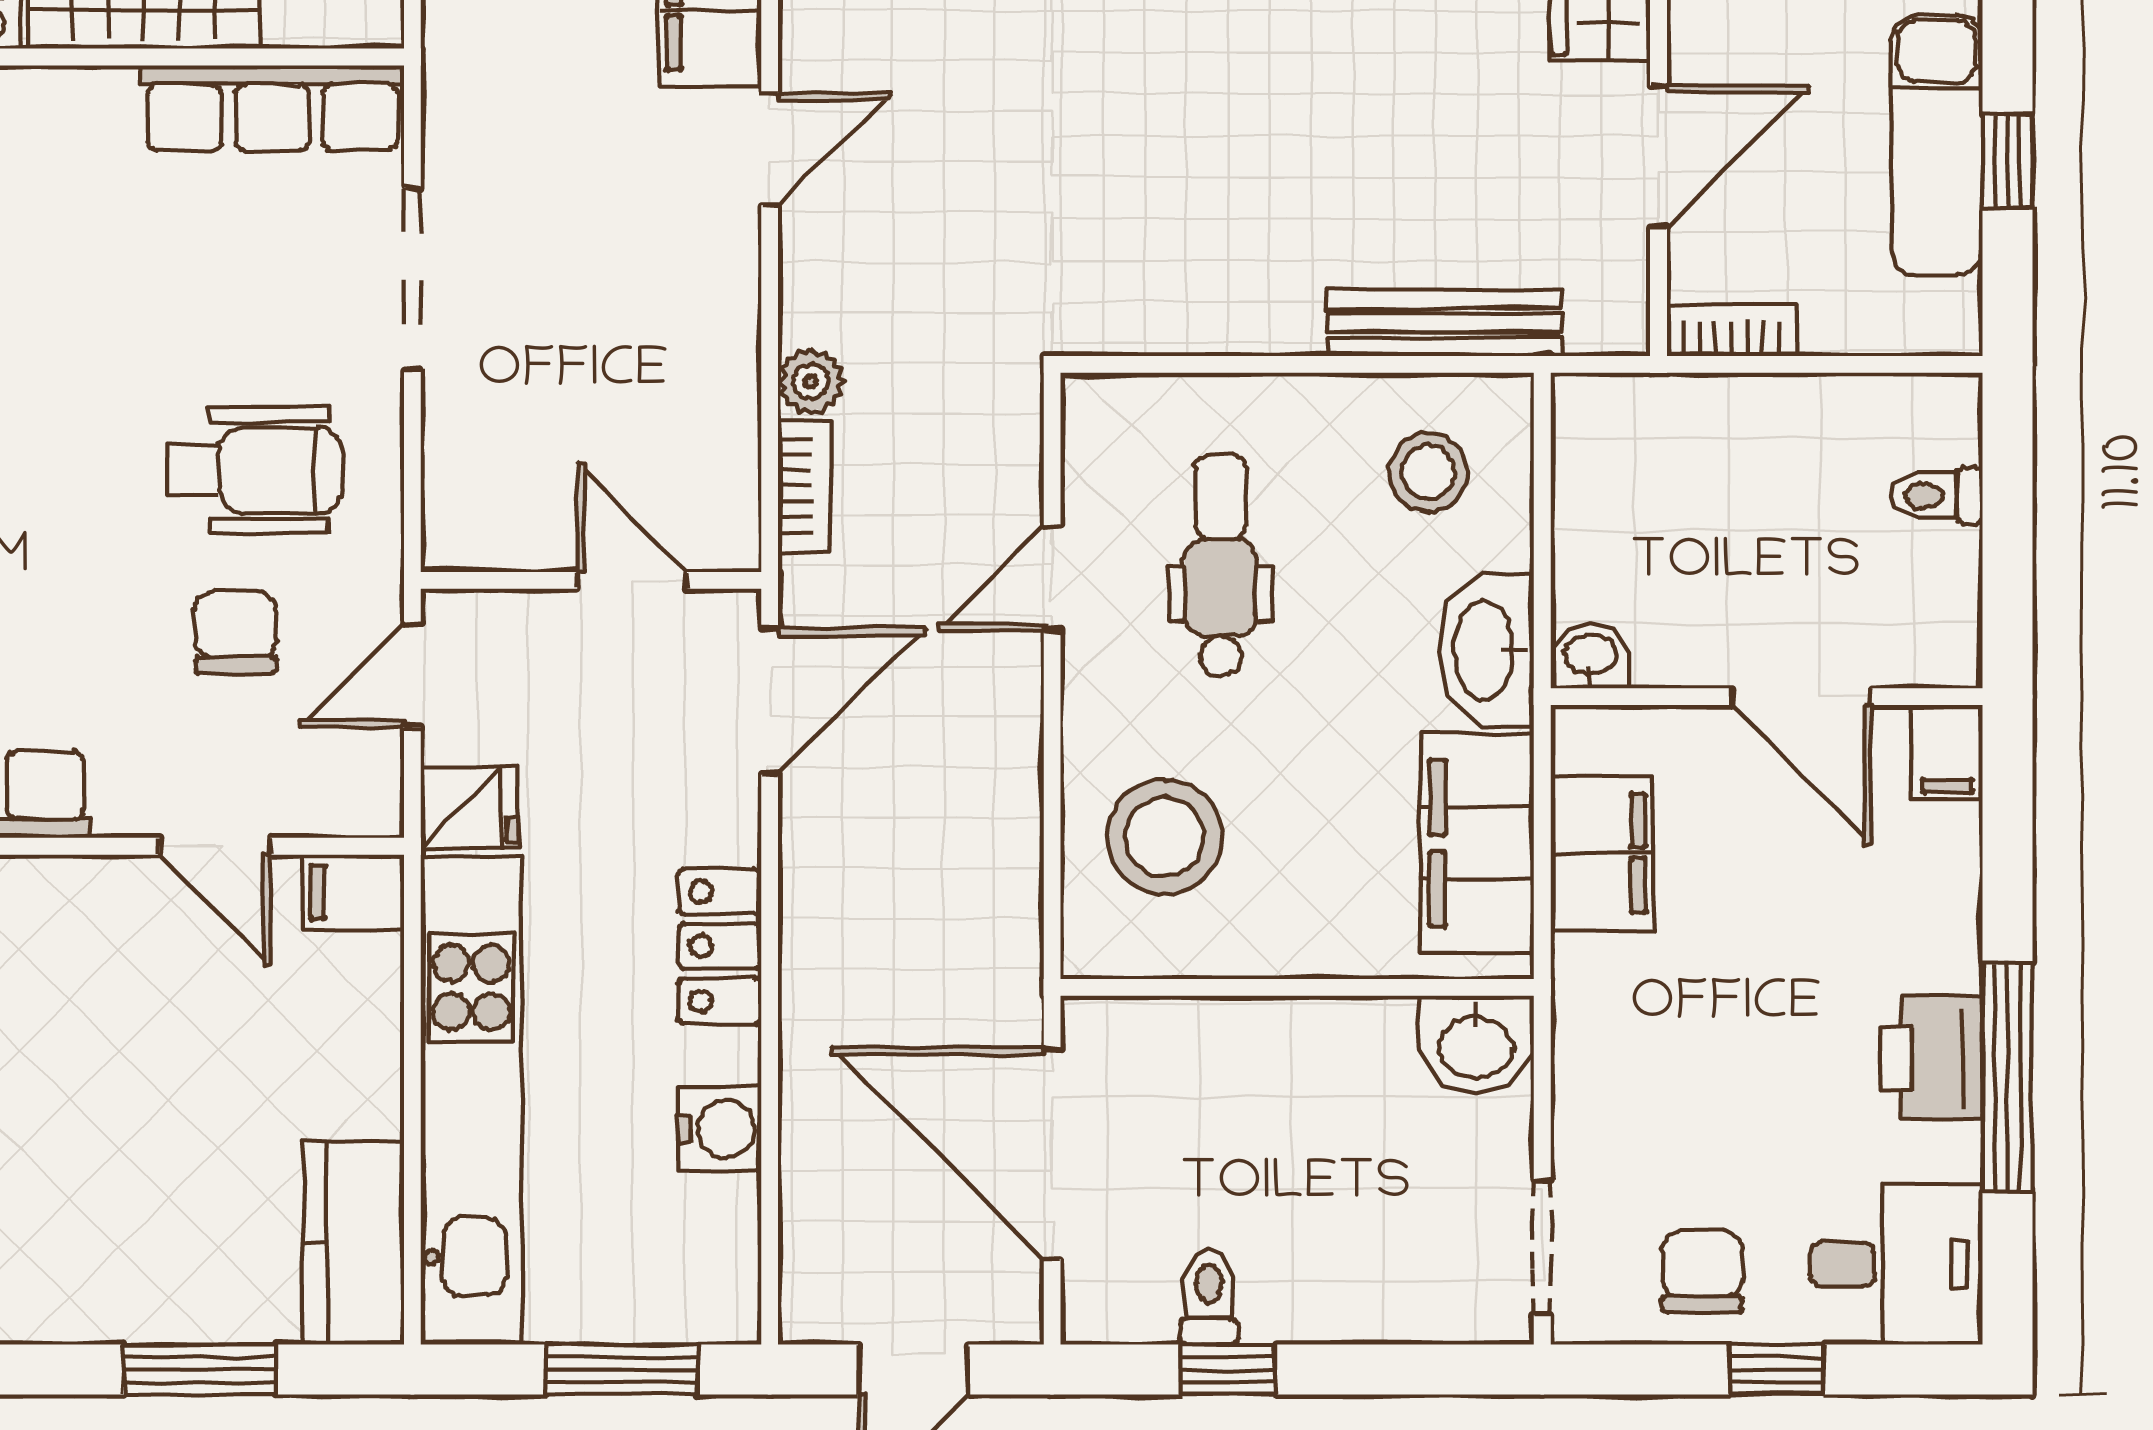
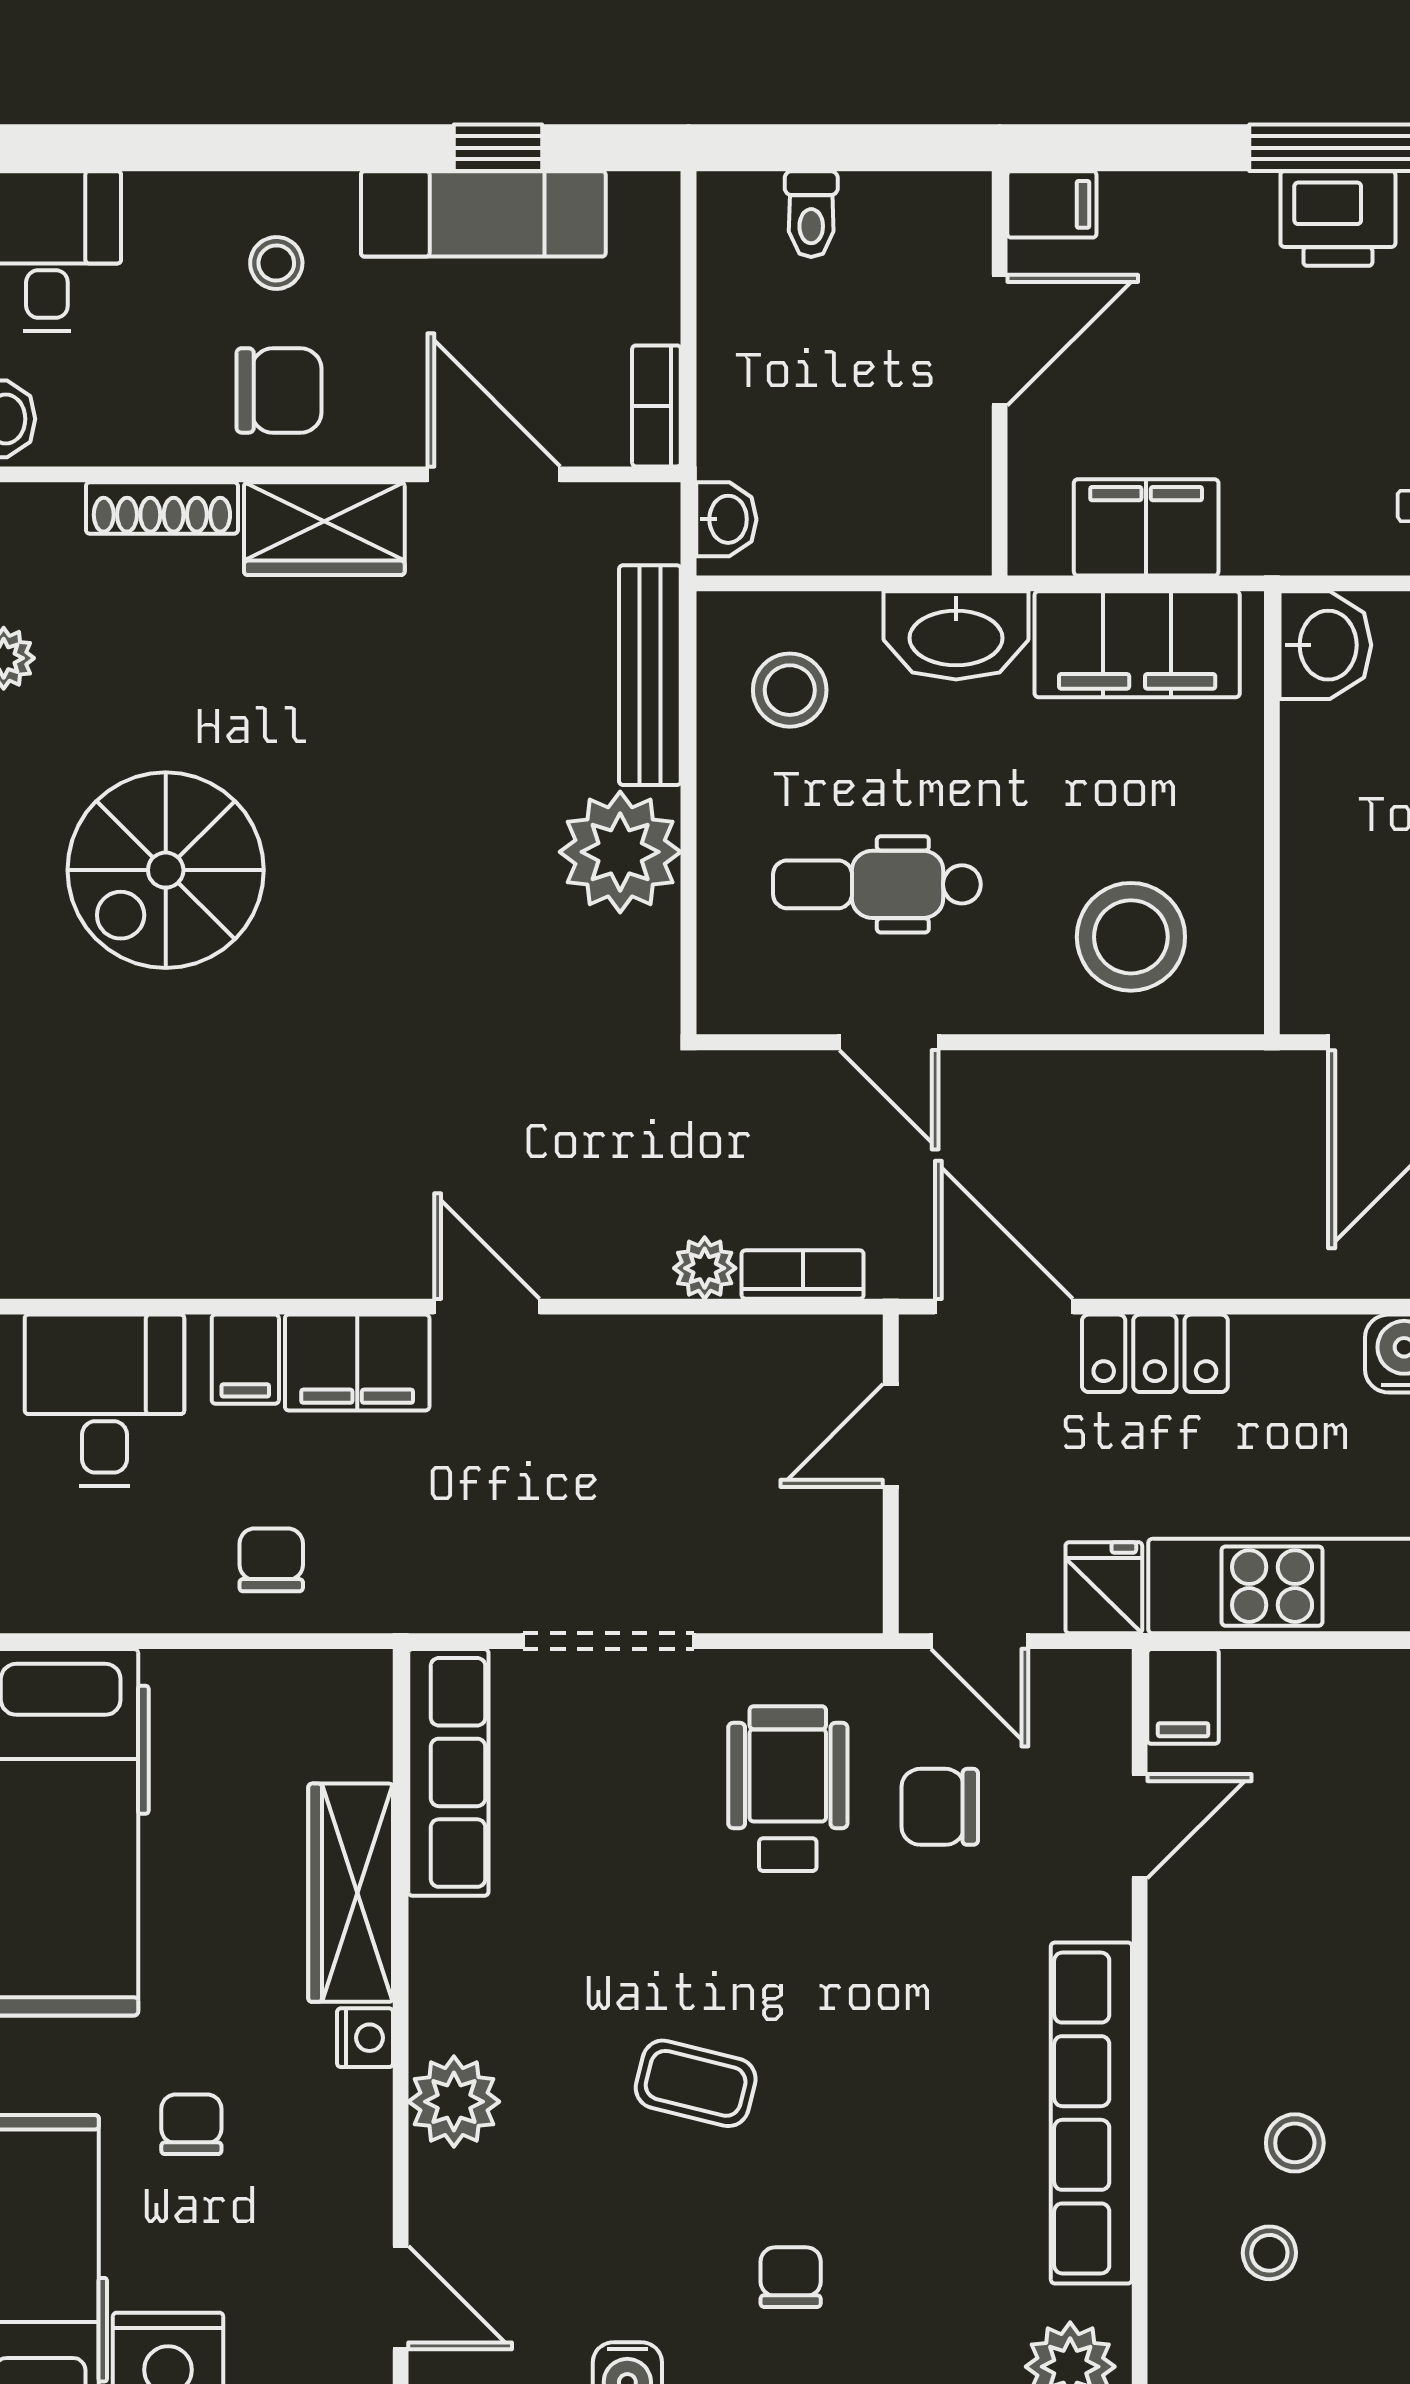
plant: (1255, 291) -> (620, 852), added
washbasin: (1590, 656) -> (726, 519), moved, turned 180
locker: (720, 946) -> (1155, 1353), moved

